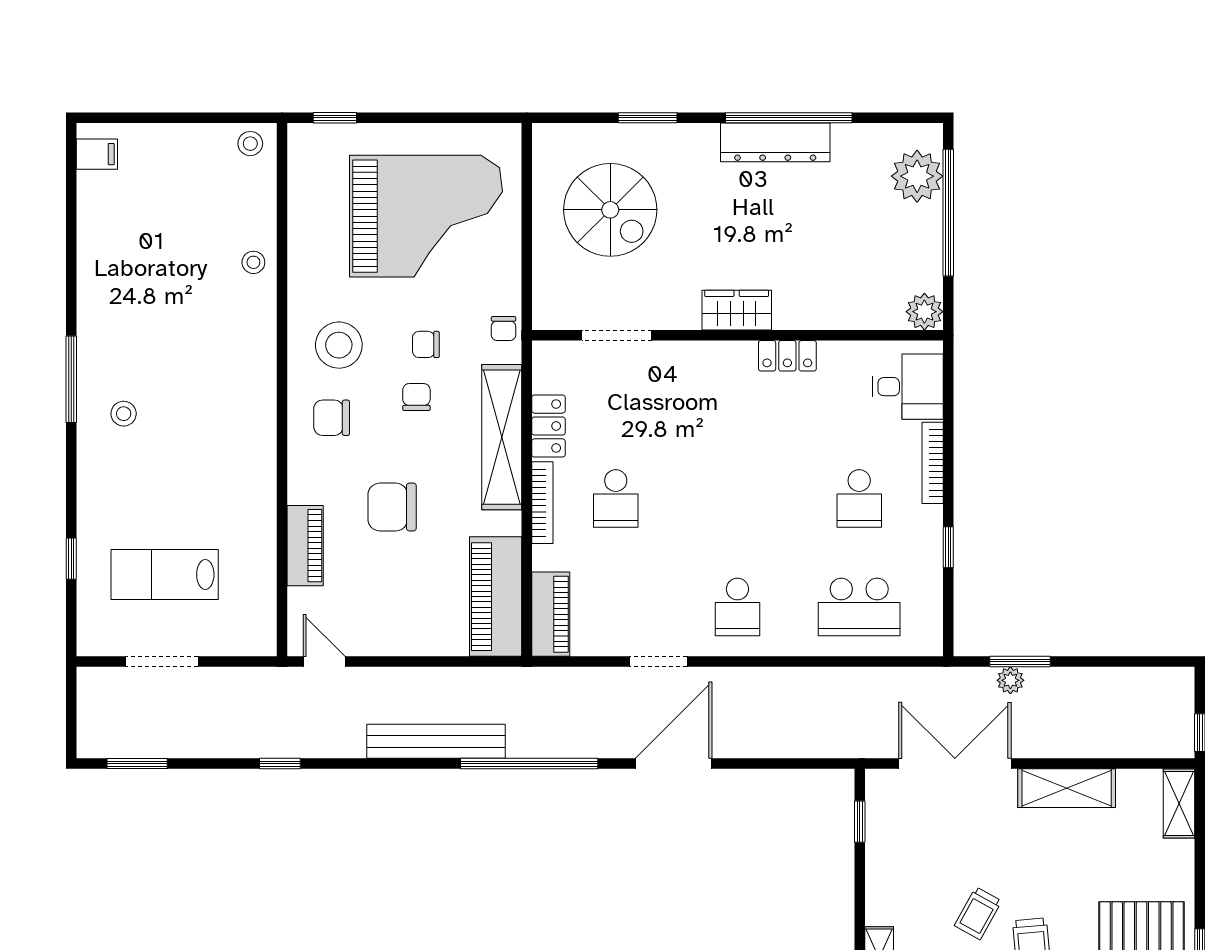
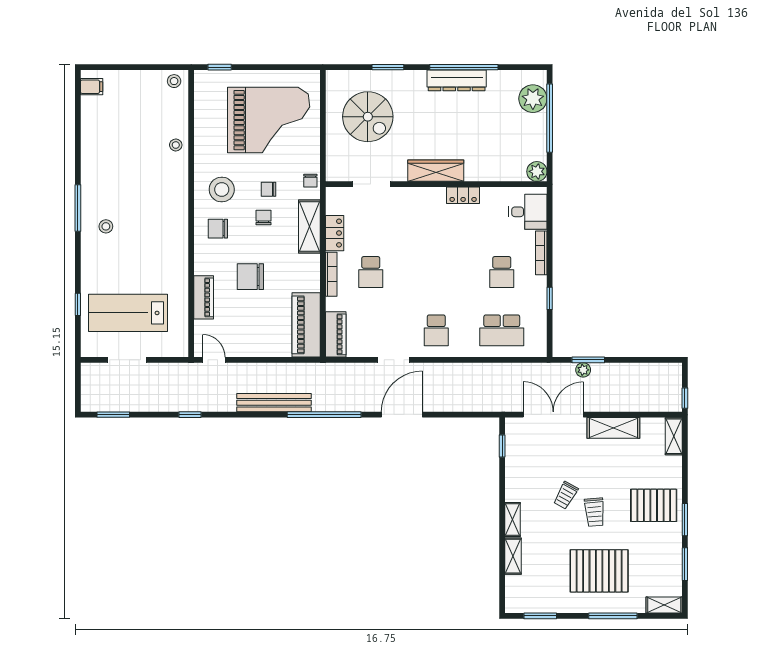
wardrobe: (737, 310) -> (436, 171), width x1.50
shelving: (502, 437) -> (309, 227), width x0.68
lab bench: (165, 574) -> (128, 313), width x1.36, depth x1.39

